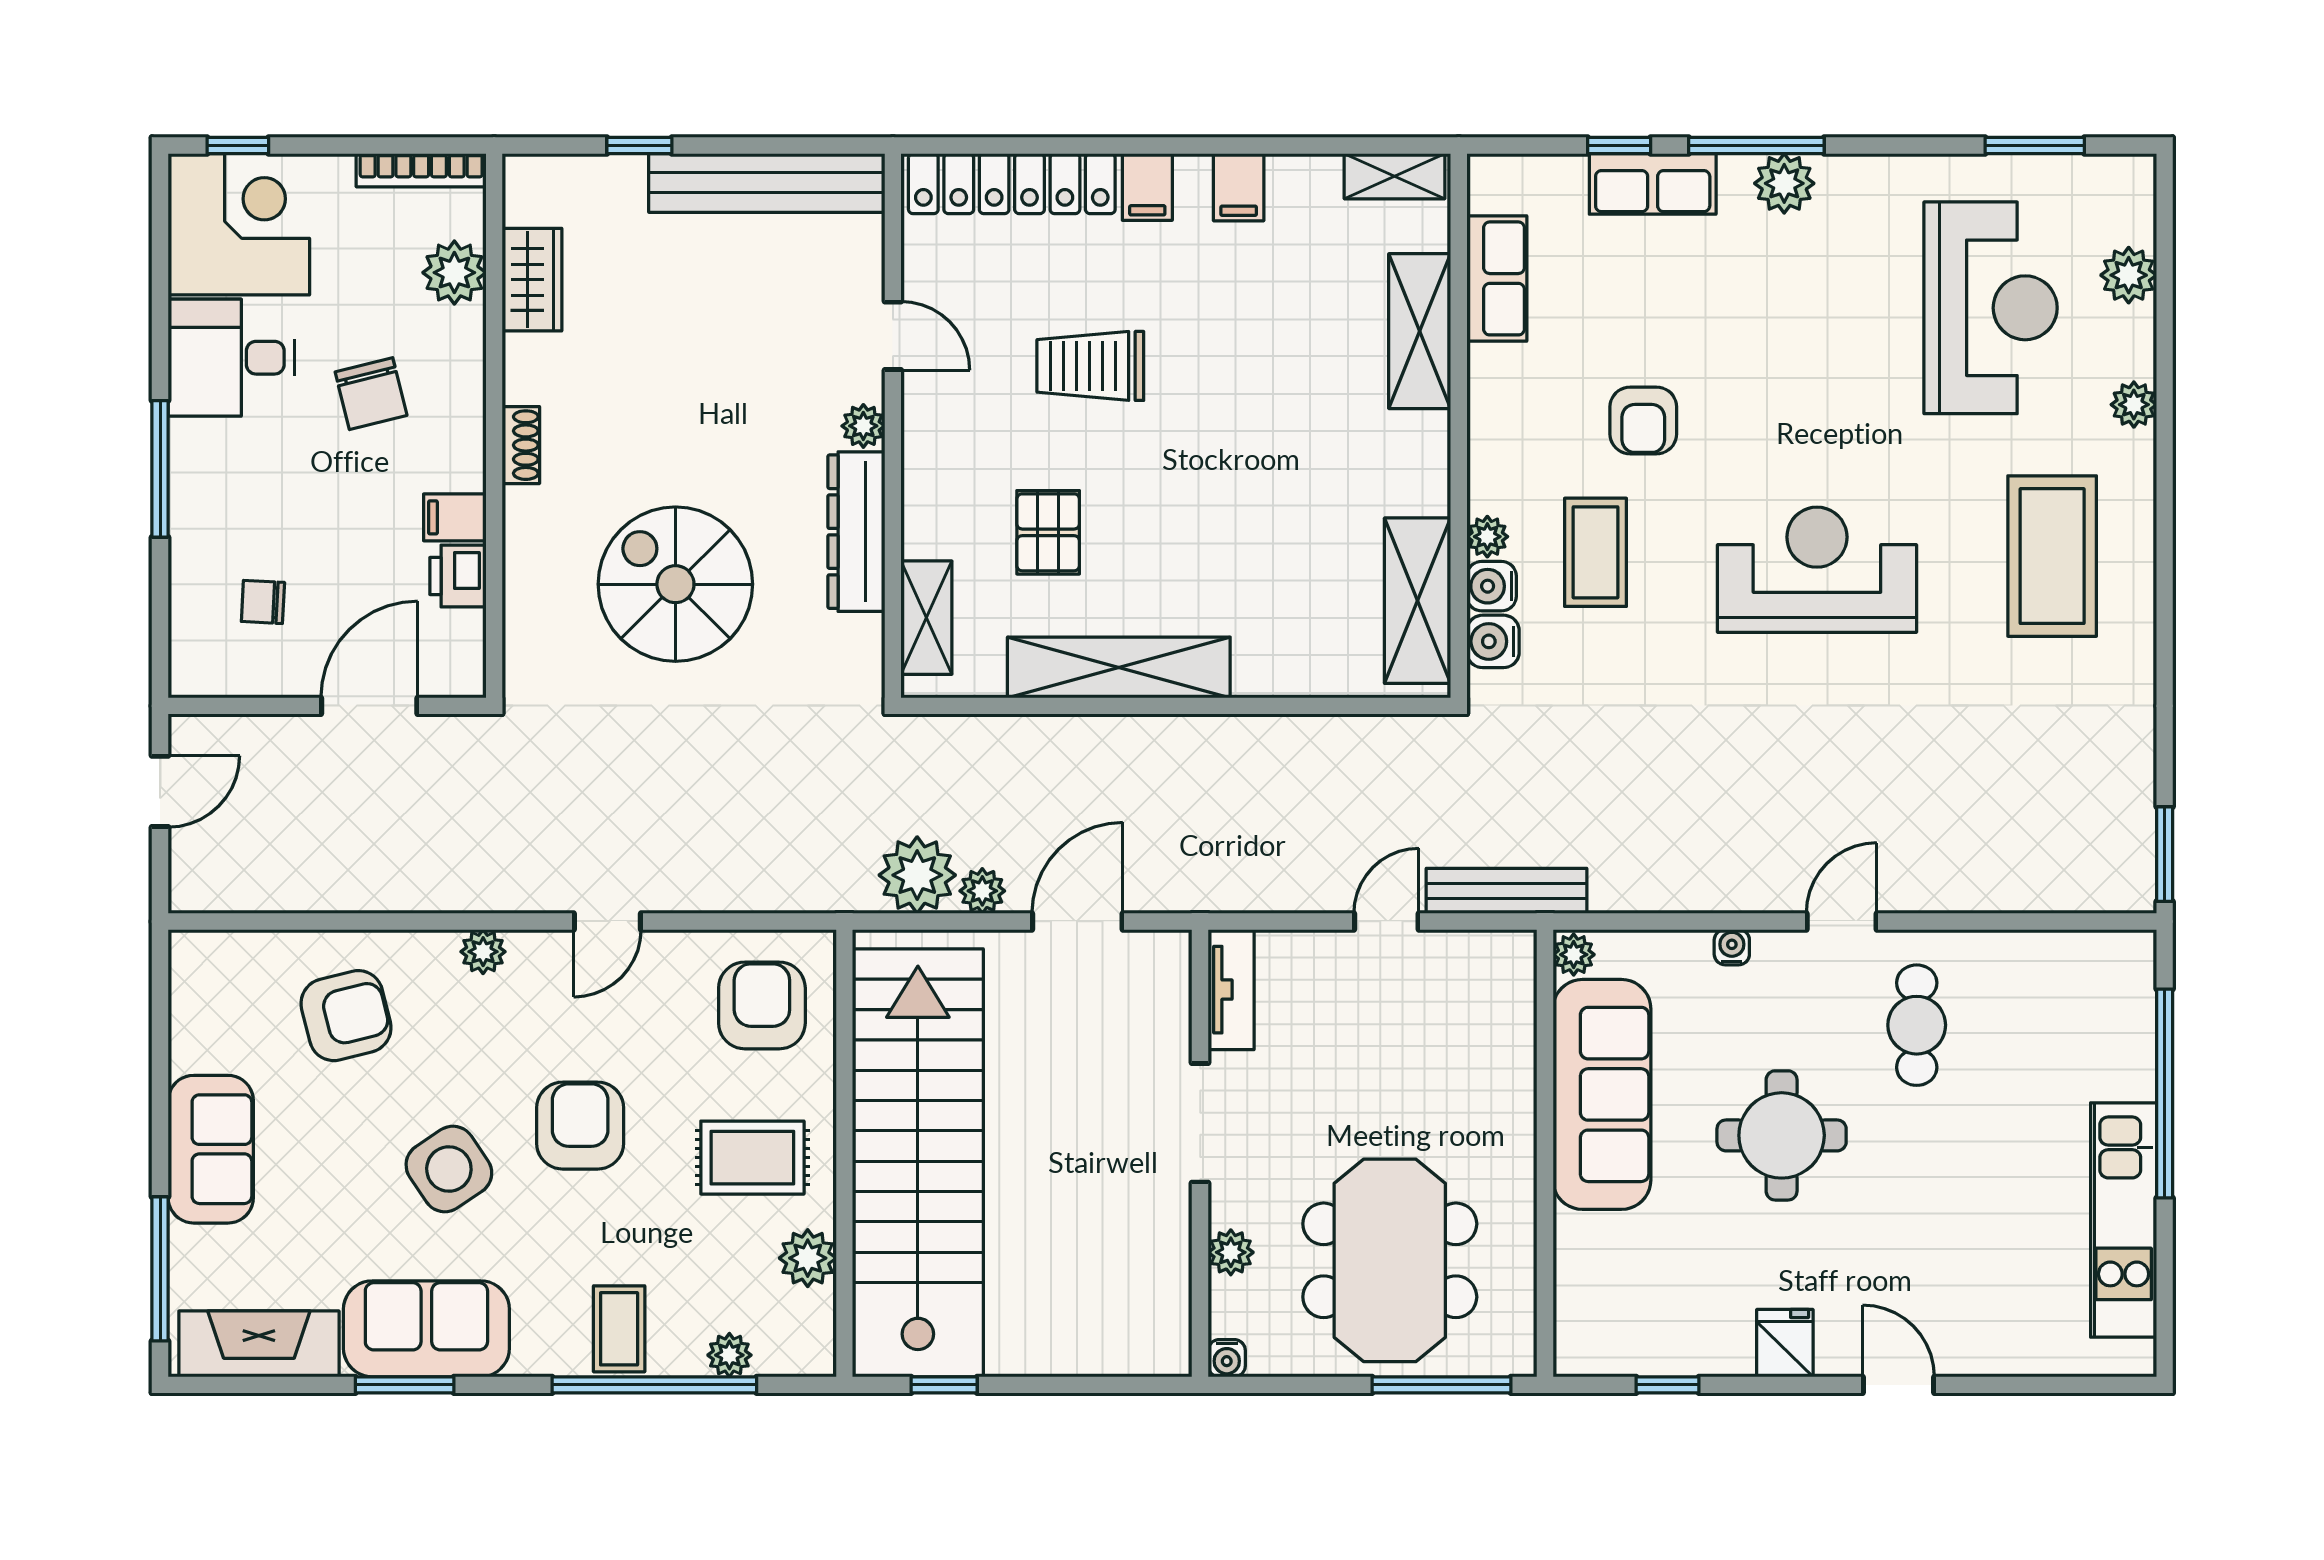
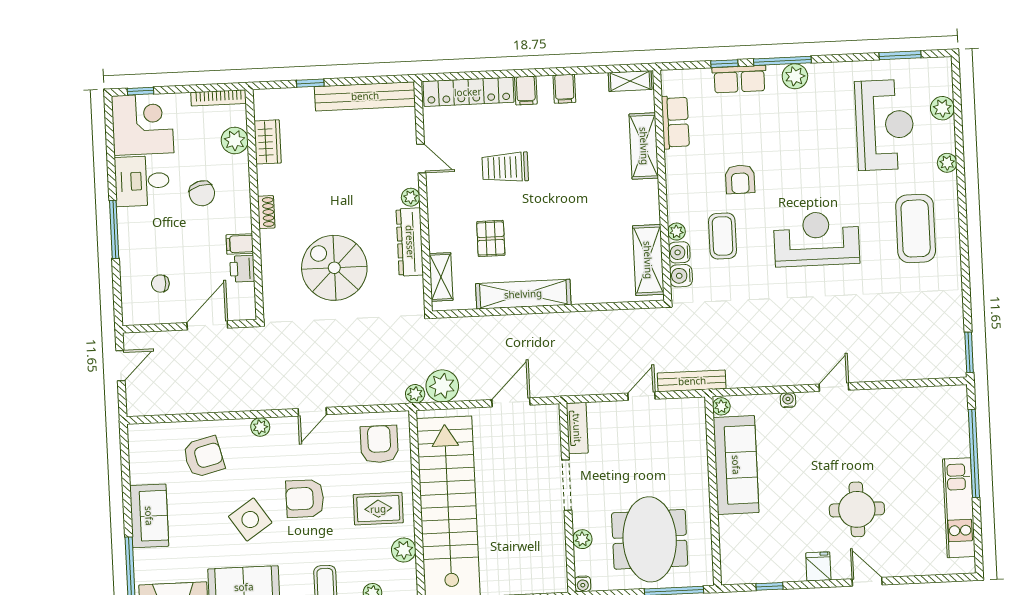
plant: (982, 891) -> (415, 394), moved
cafe table: (1917, 1025) -> (868, 429), removed
armchair: (580, 1126) -> (305, 499), turned -90
round table: (1782, 1135) -> (857, 509), moved

